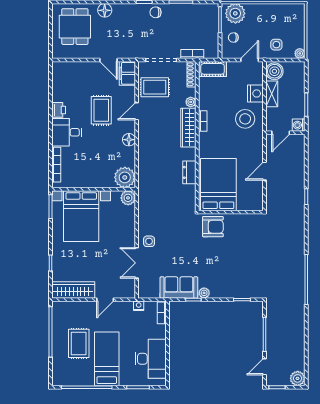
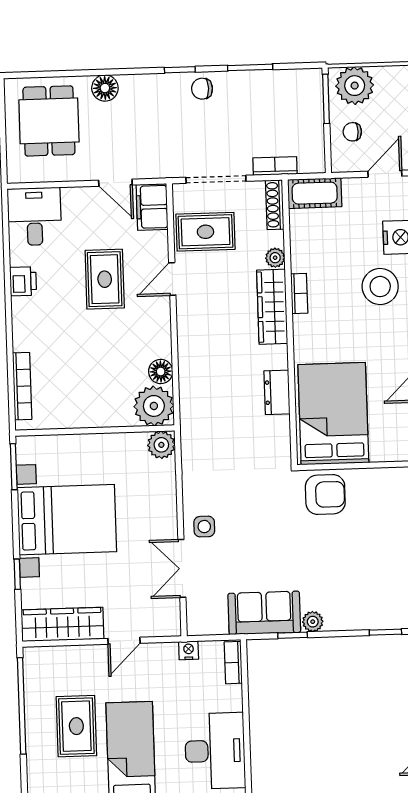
desk: (67, 132) -> (34, 216), moved, turned 90
floor lamp: (129, 140) -> (161, 371), moved
bed with nightstands: (81, 216) -> (67, 520), moved, turned -90

